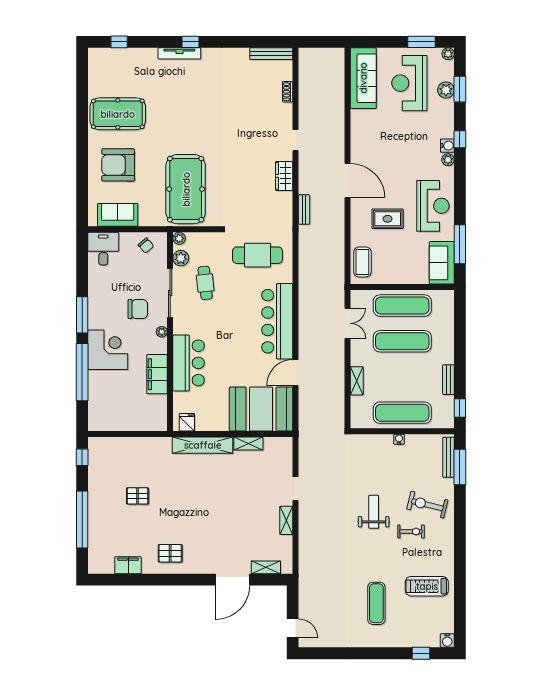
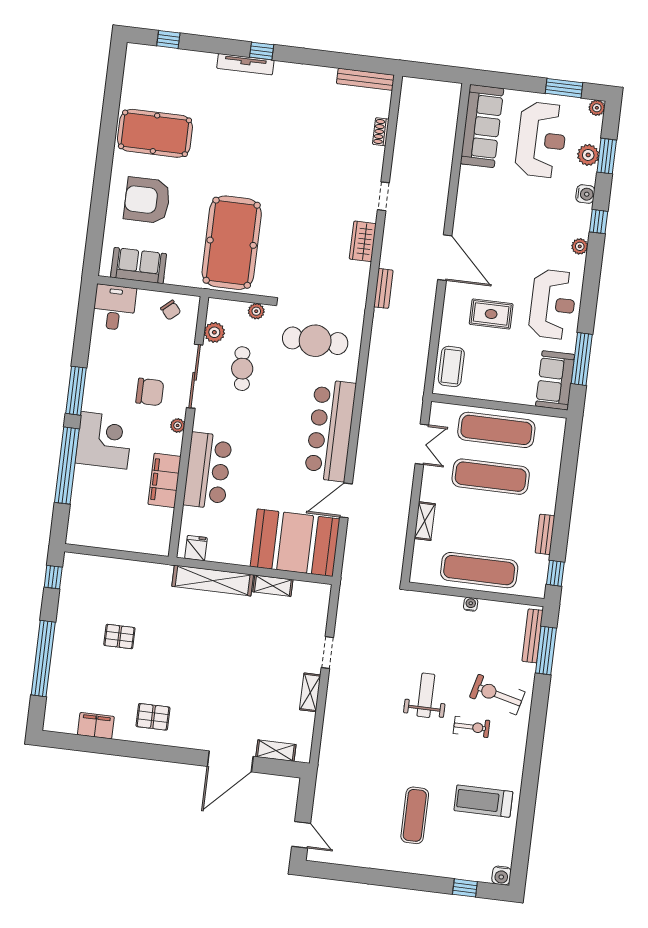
reception desk: (409, 83) -> (541, 140), turned 180
water cooler: (447, 146) -> (585, 194), moved
plant: (179, 238) -> (256, 311), moved

